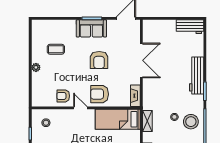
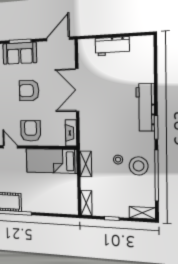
workbench: (190, 27) -> (112, 46), moved
armchair: (99, 60) -> (29, 91), turned 90
double door: (141, 60) -> (77, 90), swing flipped
armchair: (100, 94) -> (31, 131), turned 90

